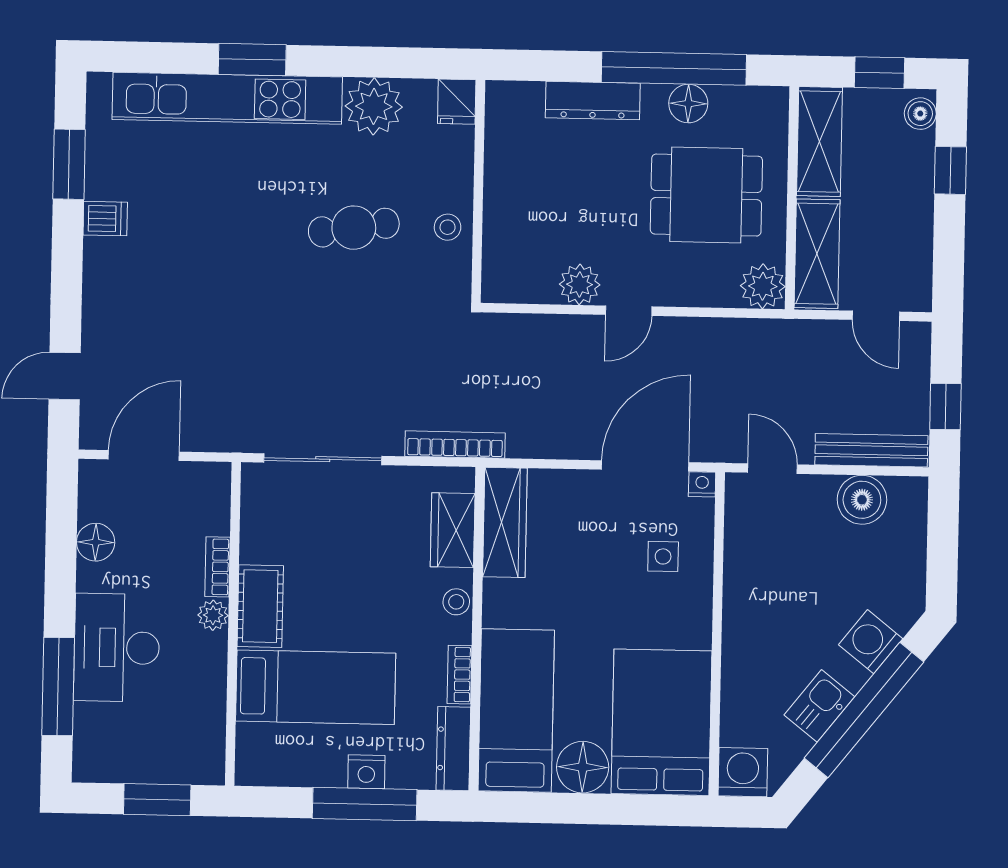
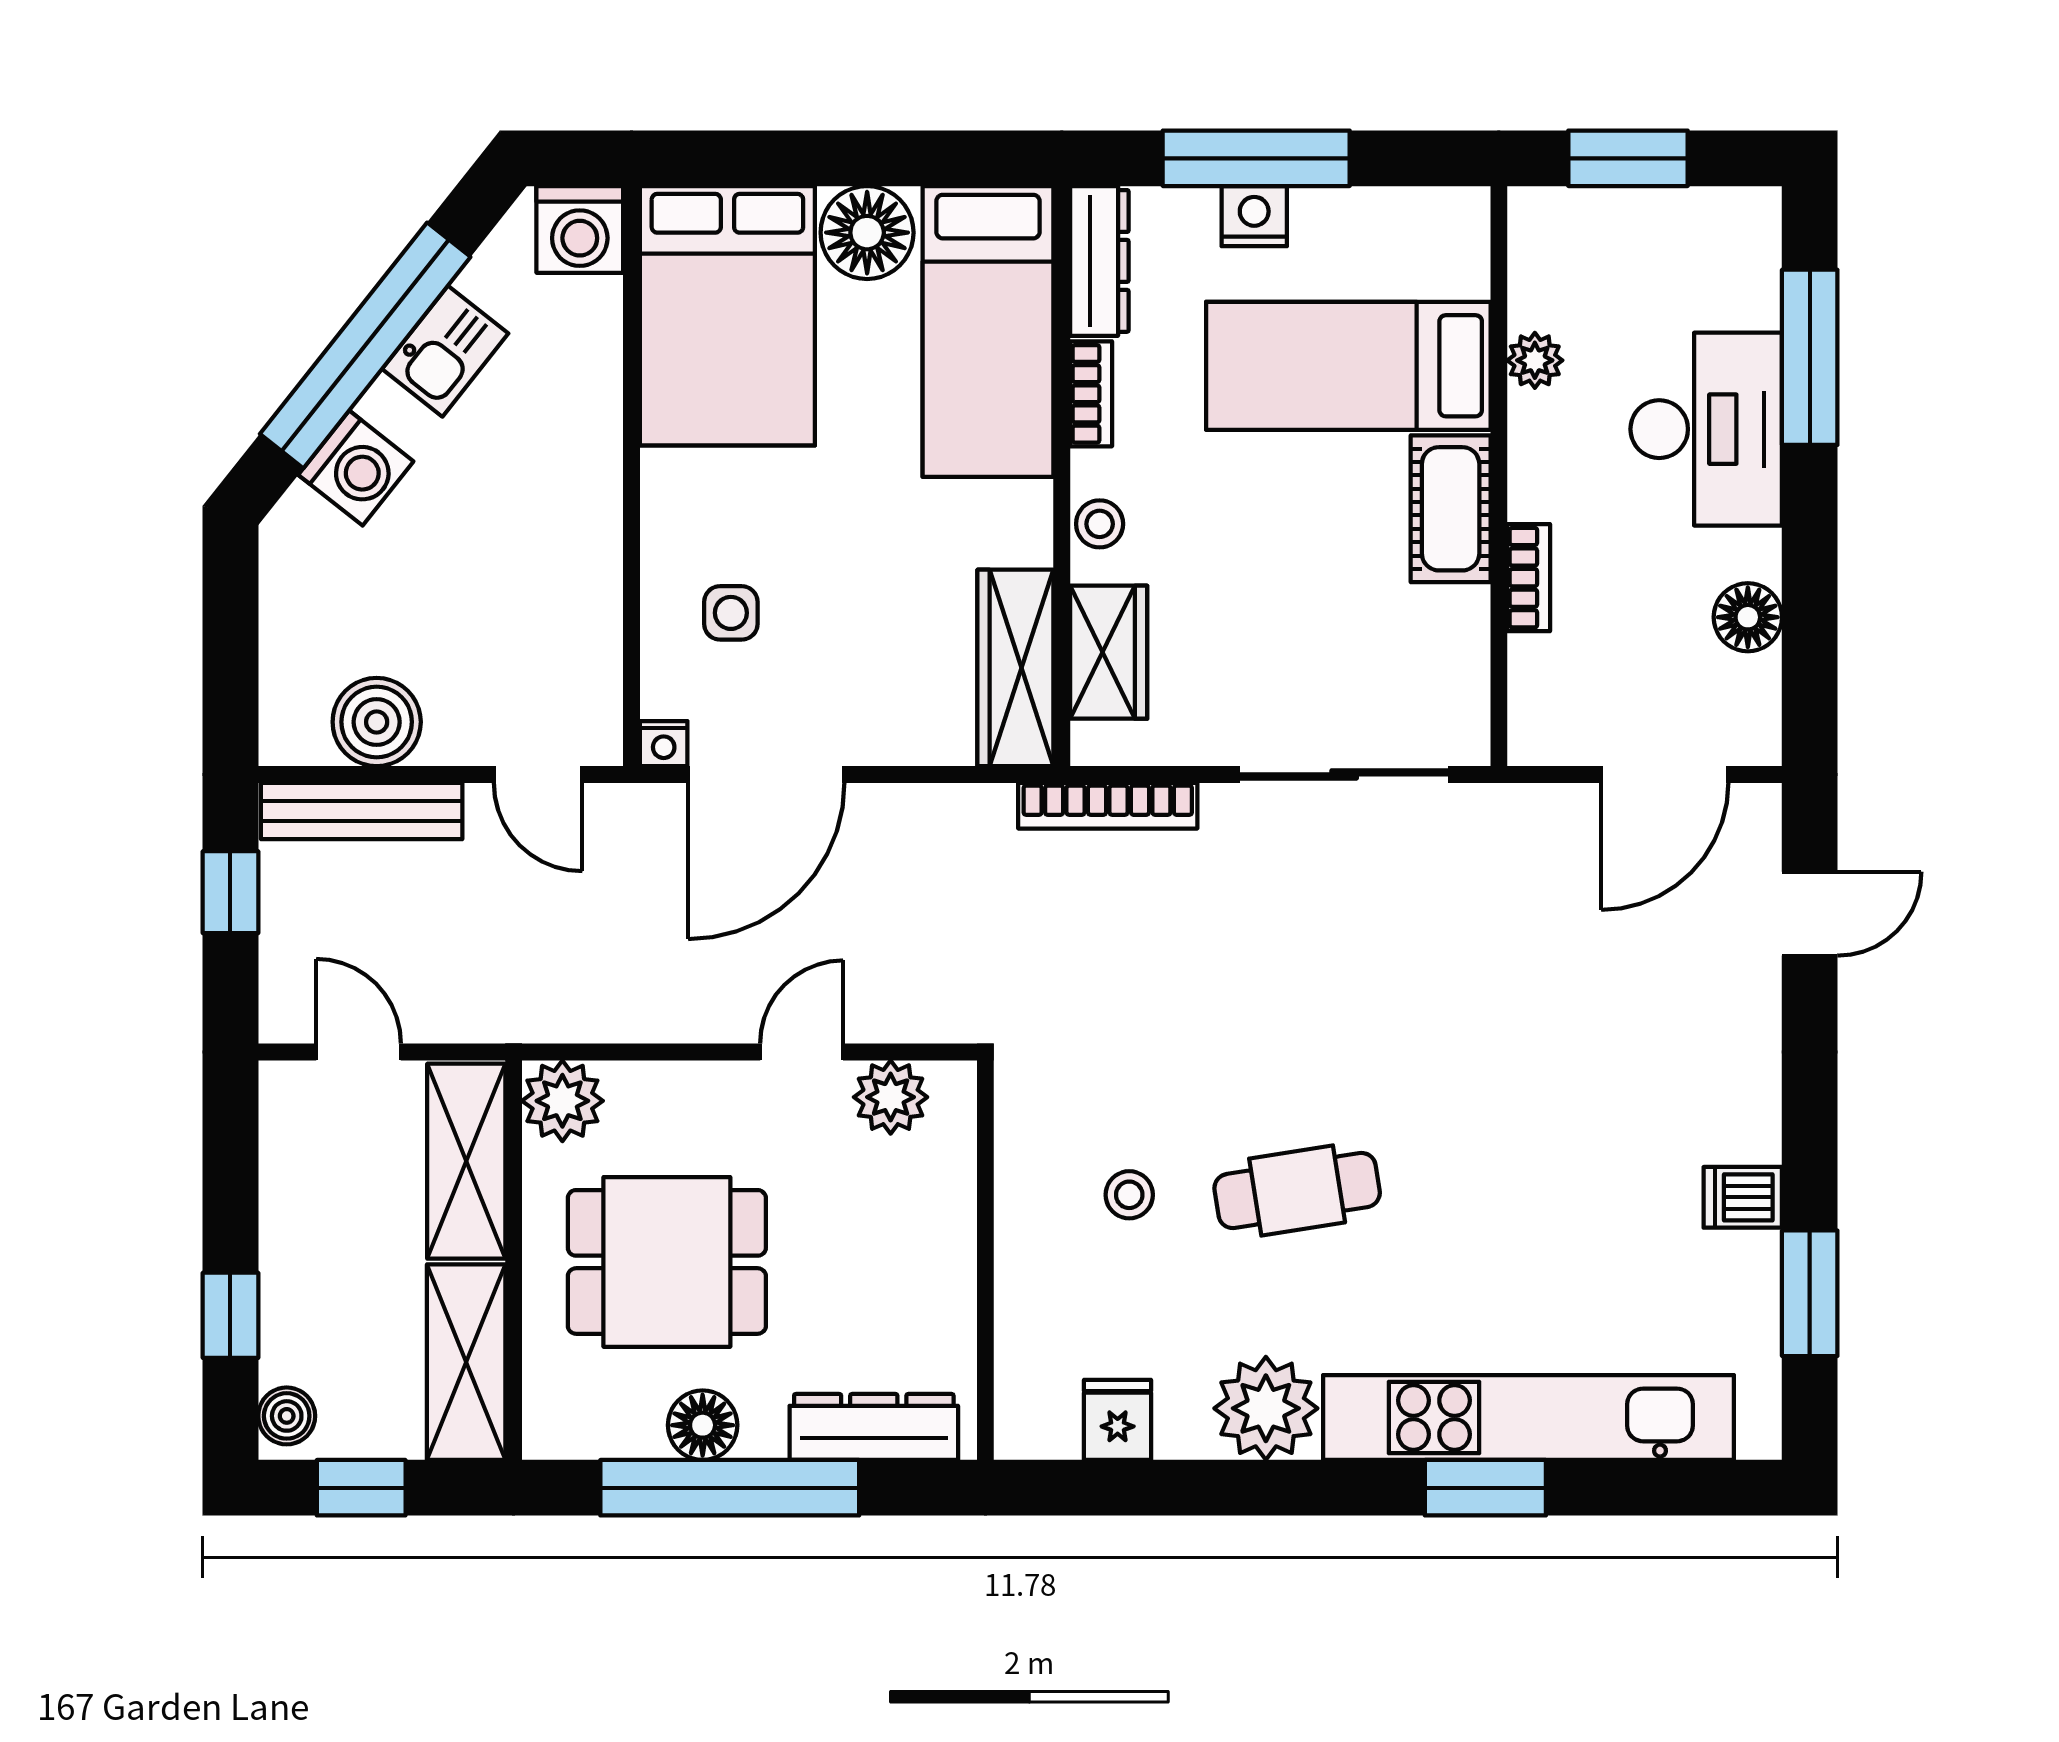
wall: (478, 191) -> (985, 1260), moved
plant: (213, 615) -> (1535, 360), moved

